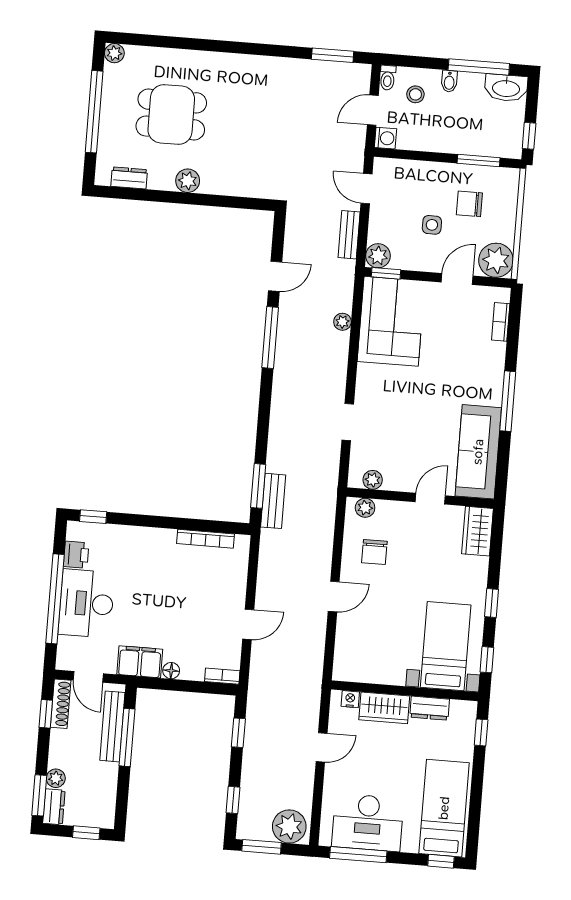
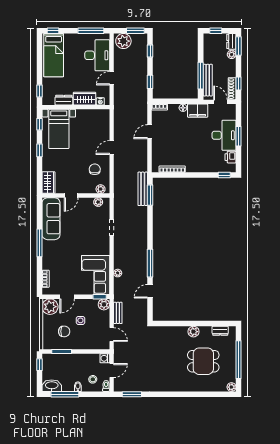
bench: (273, 501) -> (143, 189), width x1.36
window: (55, 599) -> (239, 136), width x0.47
desk: (368, 823) -> (97, 55), moved, turned 90

